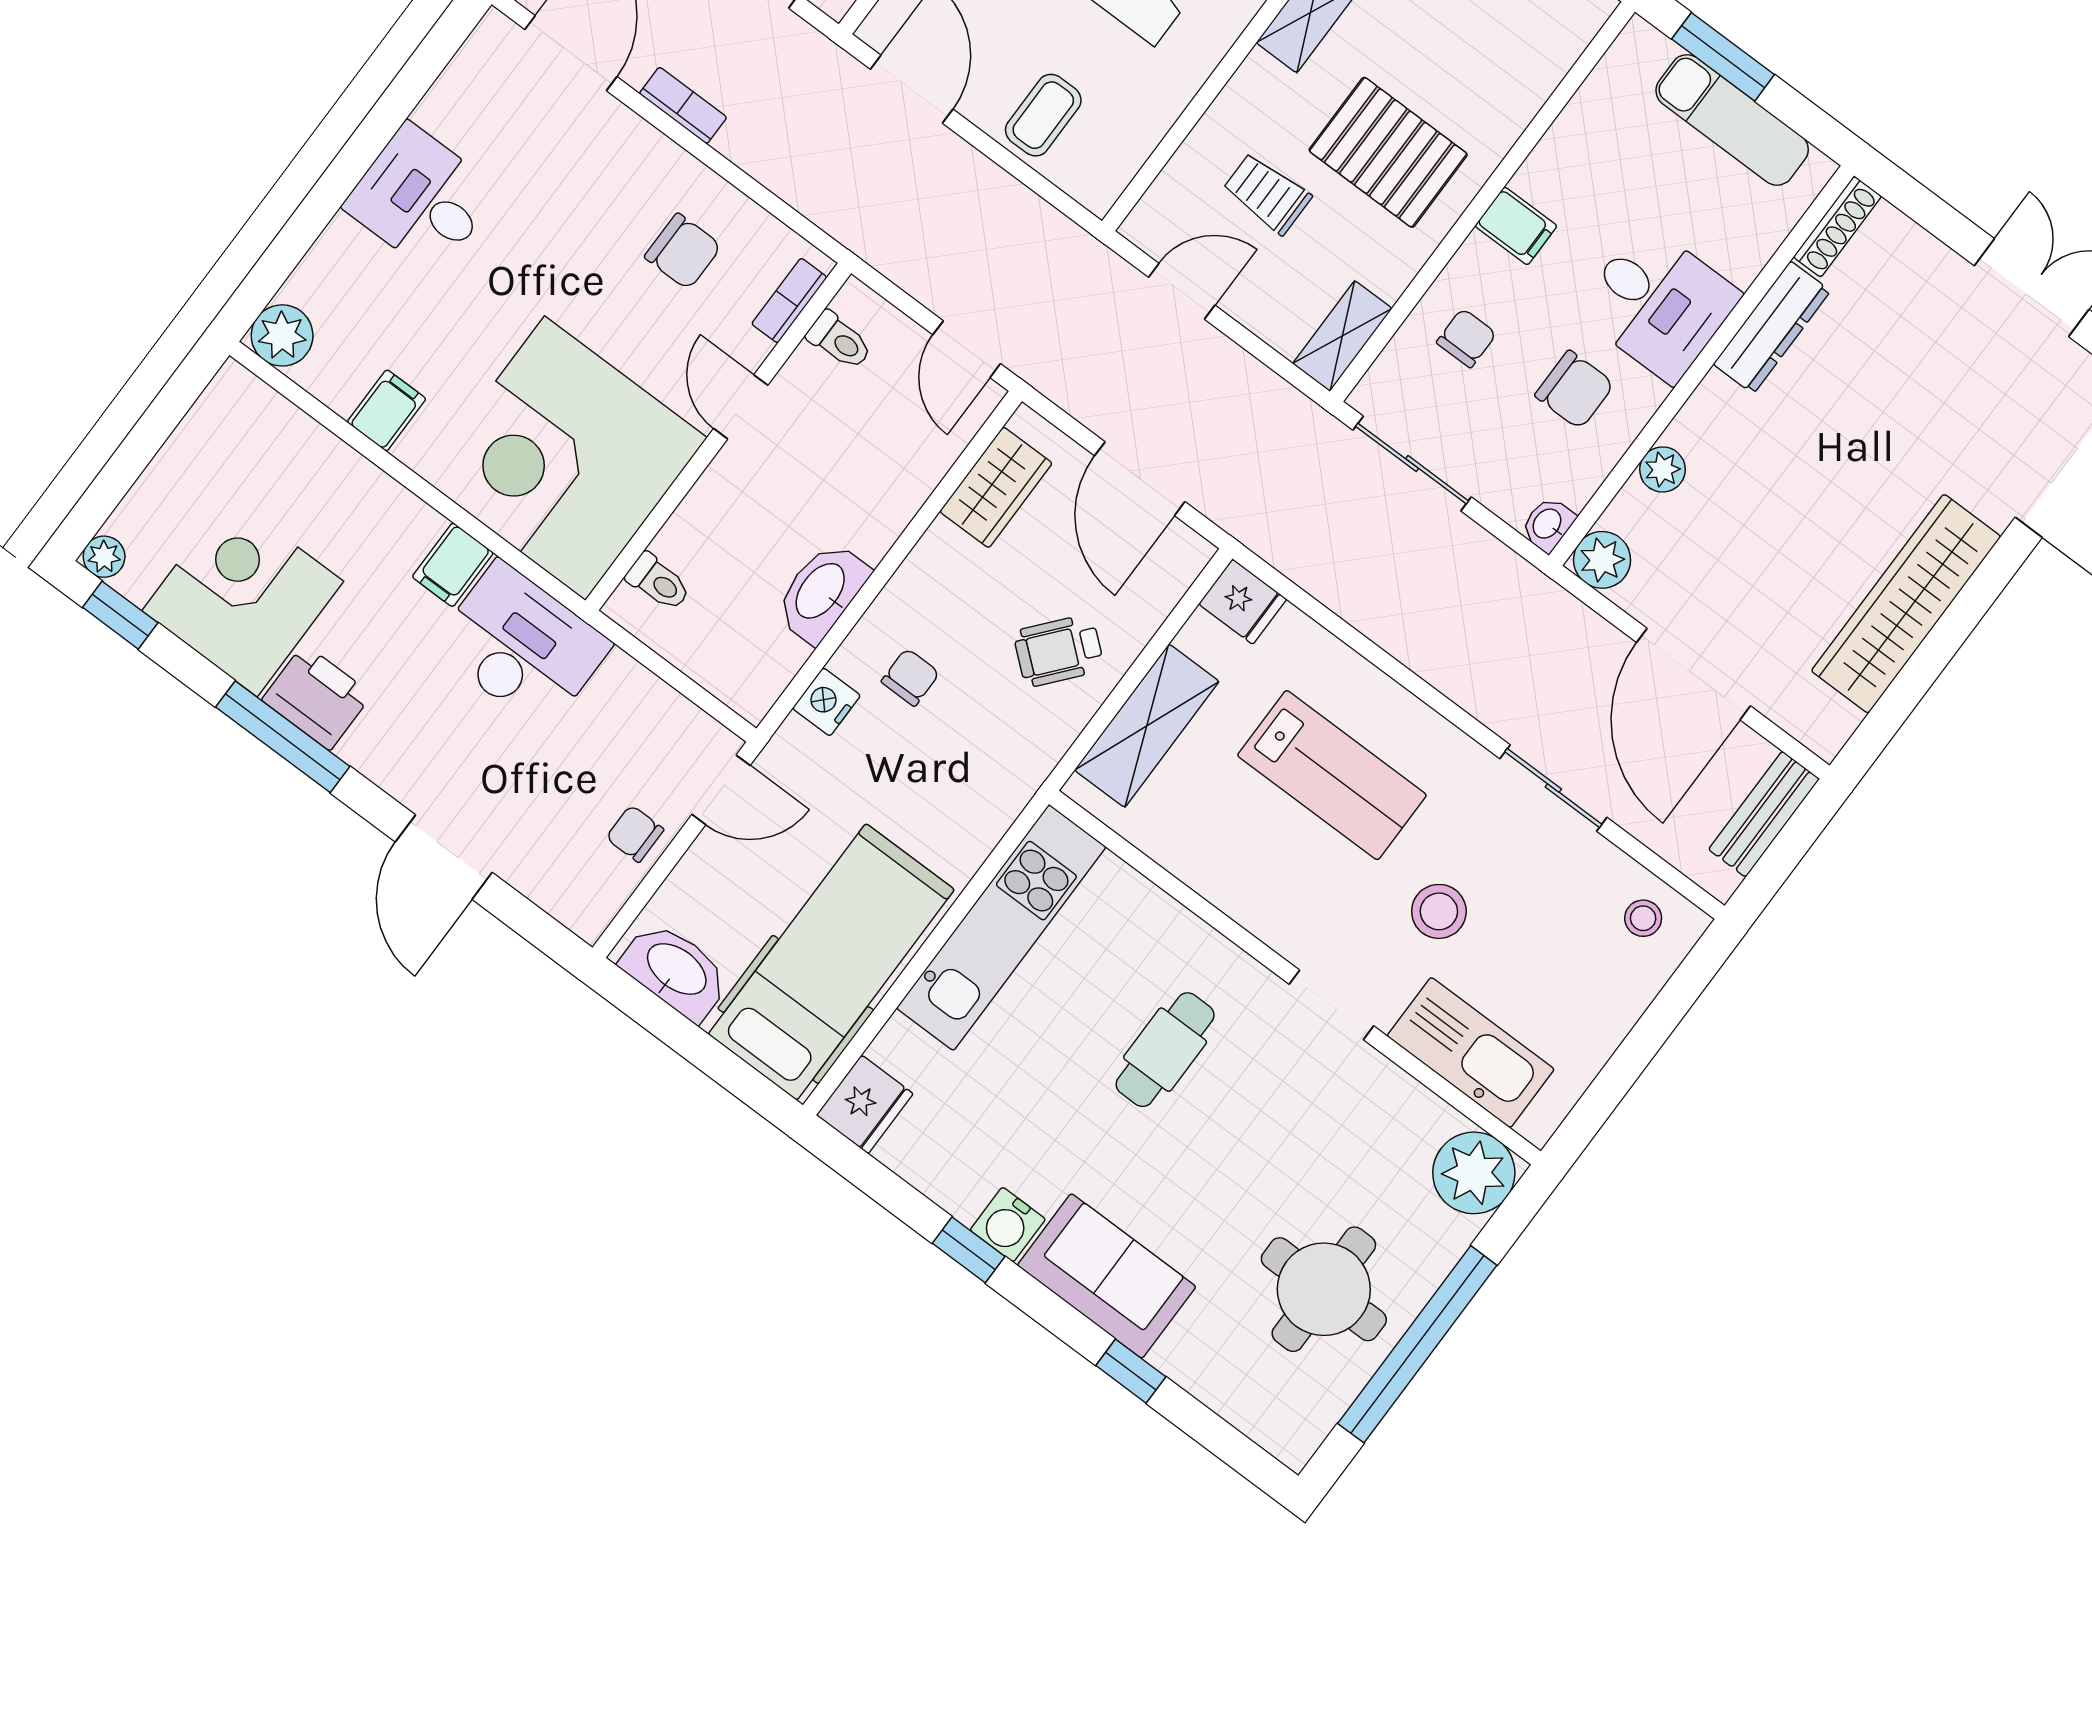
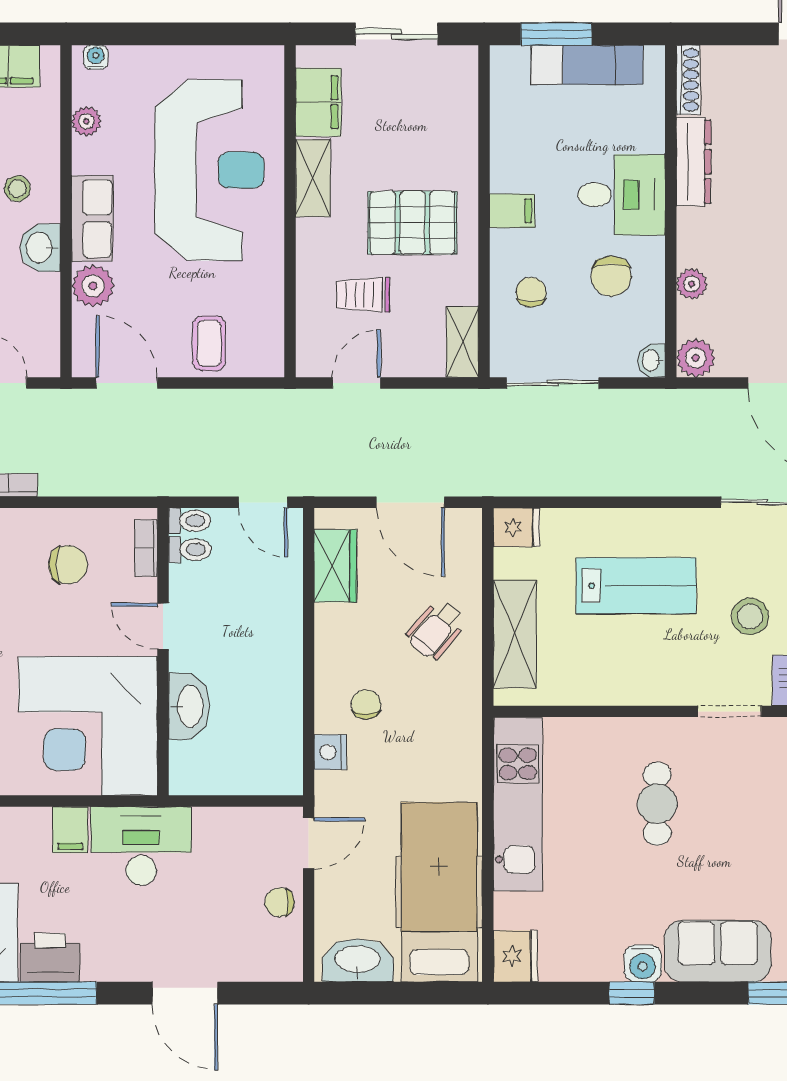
chair: (1575, 390) -> (611, 276), turned 90
toilet: (658, 582) -> (190, 521), moved
washbasin: (822, 592) -> (189, 706), moved, turned 180

